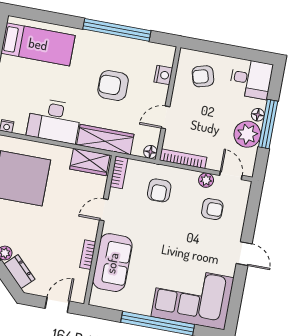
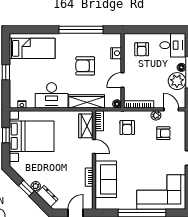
armchair: (203, 76) -> (142, 49), turned -74
wardrobe: (90, 162) -> (86, 126), moved, turned 90
door: (104, 210) -> (94, 147), swing flipped

